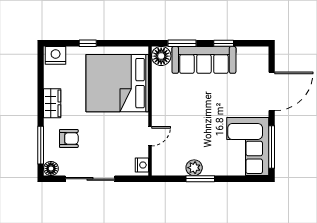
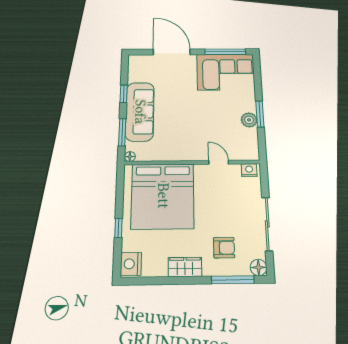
floor lamp: (161, 56) -> (130, 157), width x0.53, depth x0.53
armchair: (69, 138) -> (224, 248), turned 90

